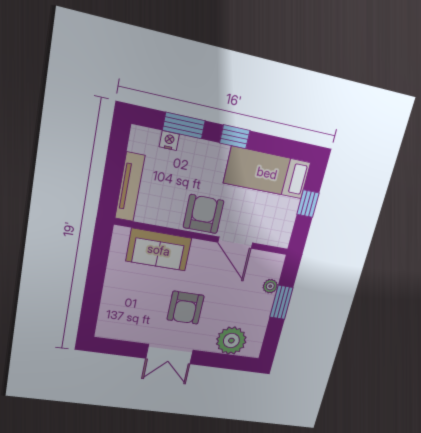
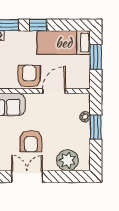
window: (308, 204) -> (96, 57), width x1.50
door: (235, 243) -> (54, 91), swing flipped
double door: (170, 354) -> (27, 177), swing flipped

